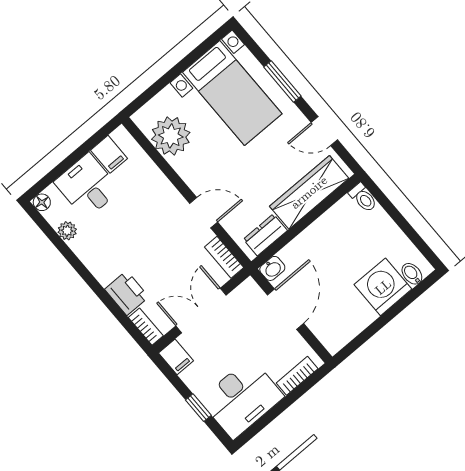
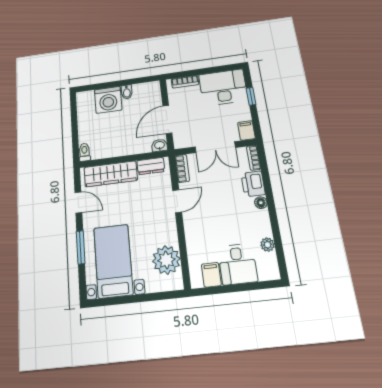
floor lamp: (42, 202) -> (261, 203), moved
door: (204, 213) -> (177, 201), swing flipped
bidet: (412, 274) -> (127, 92), moved

